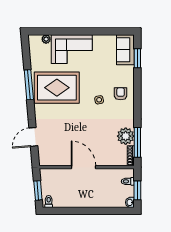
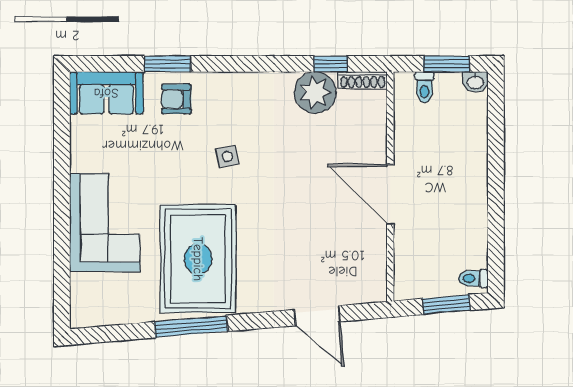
plant: (46, 39) -> (81, 285), removed
window: (137, 58) -> (168, 64), moved
armchair: (121, 94) -> (176, 99), moved
window: (137, 142) -> (331, 64), width x0.46
door: (83, 167) -> (390, 194), hinge flipped

